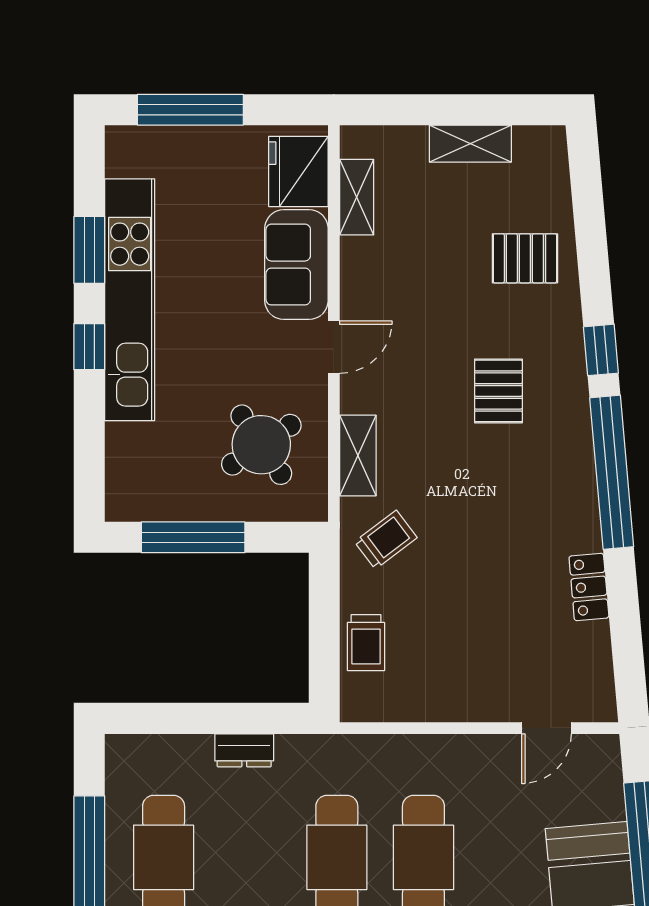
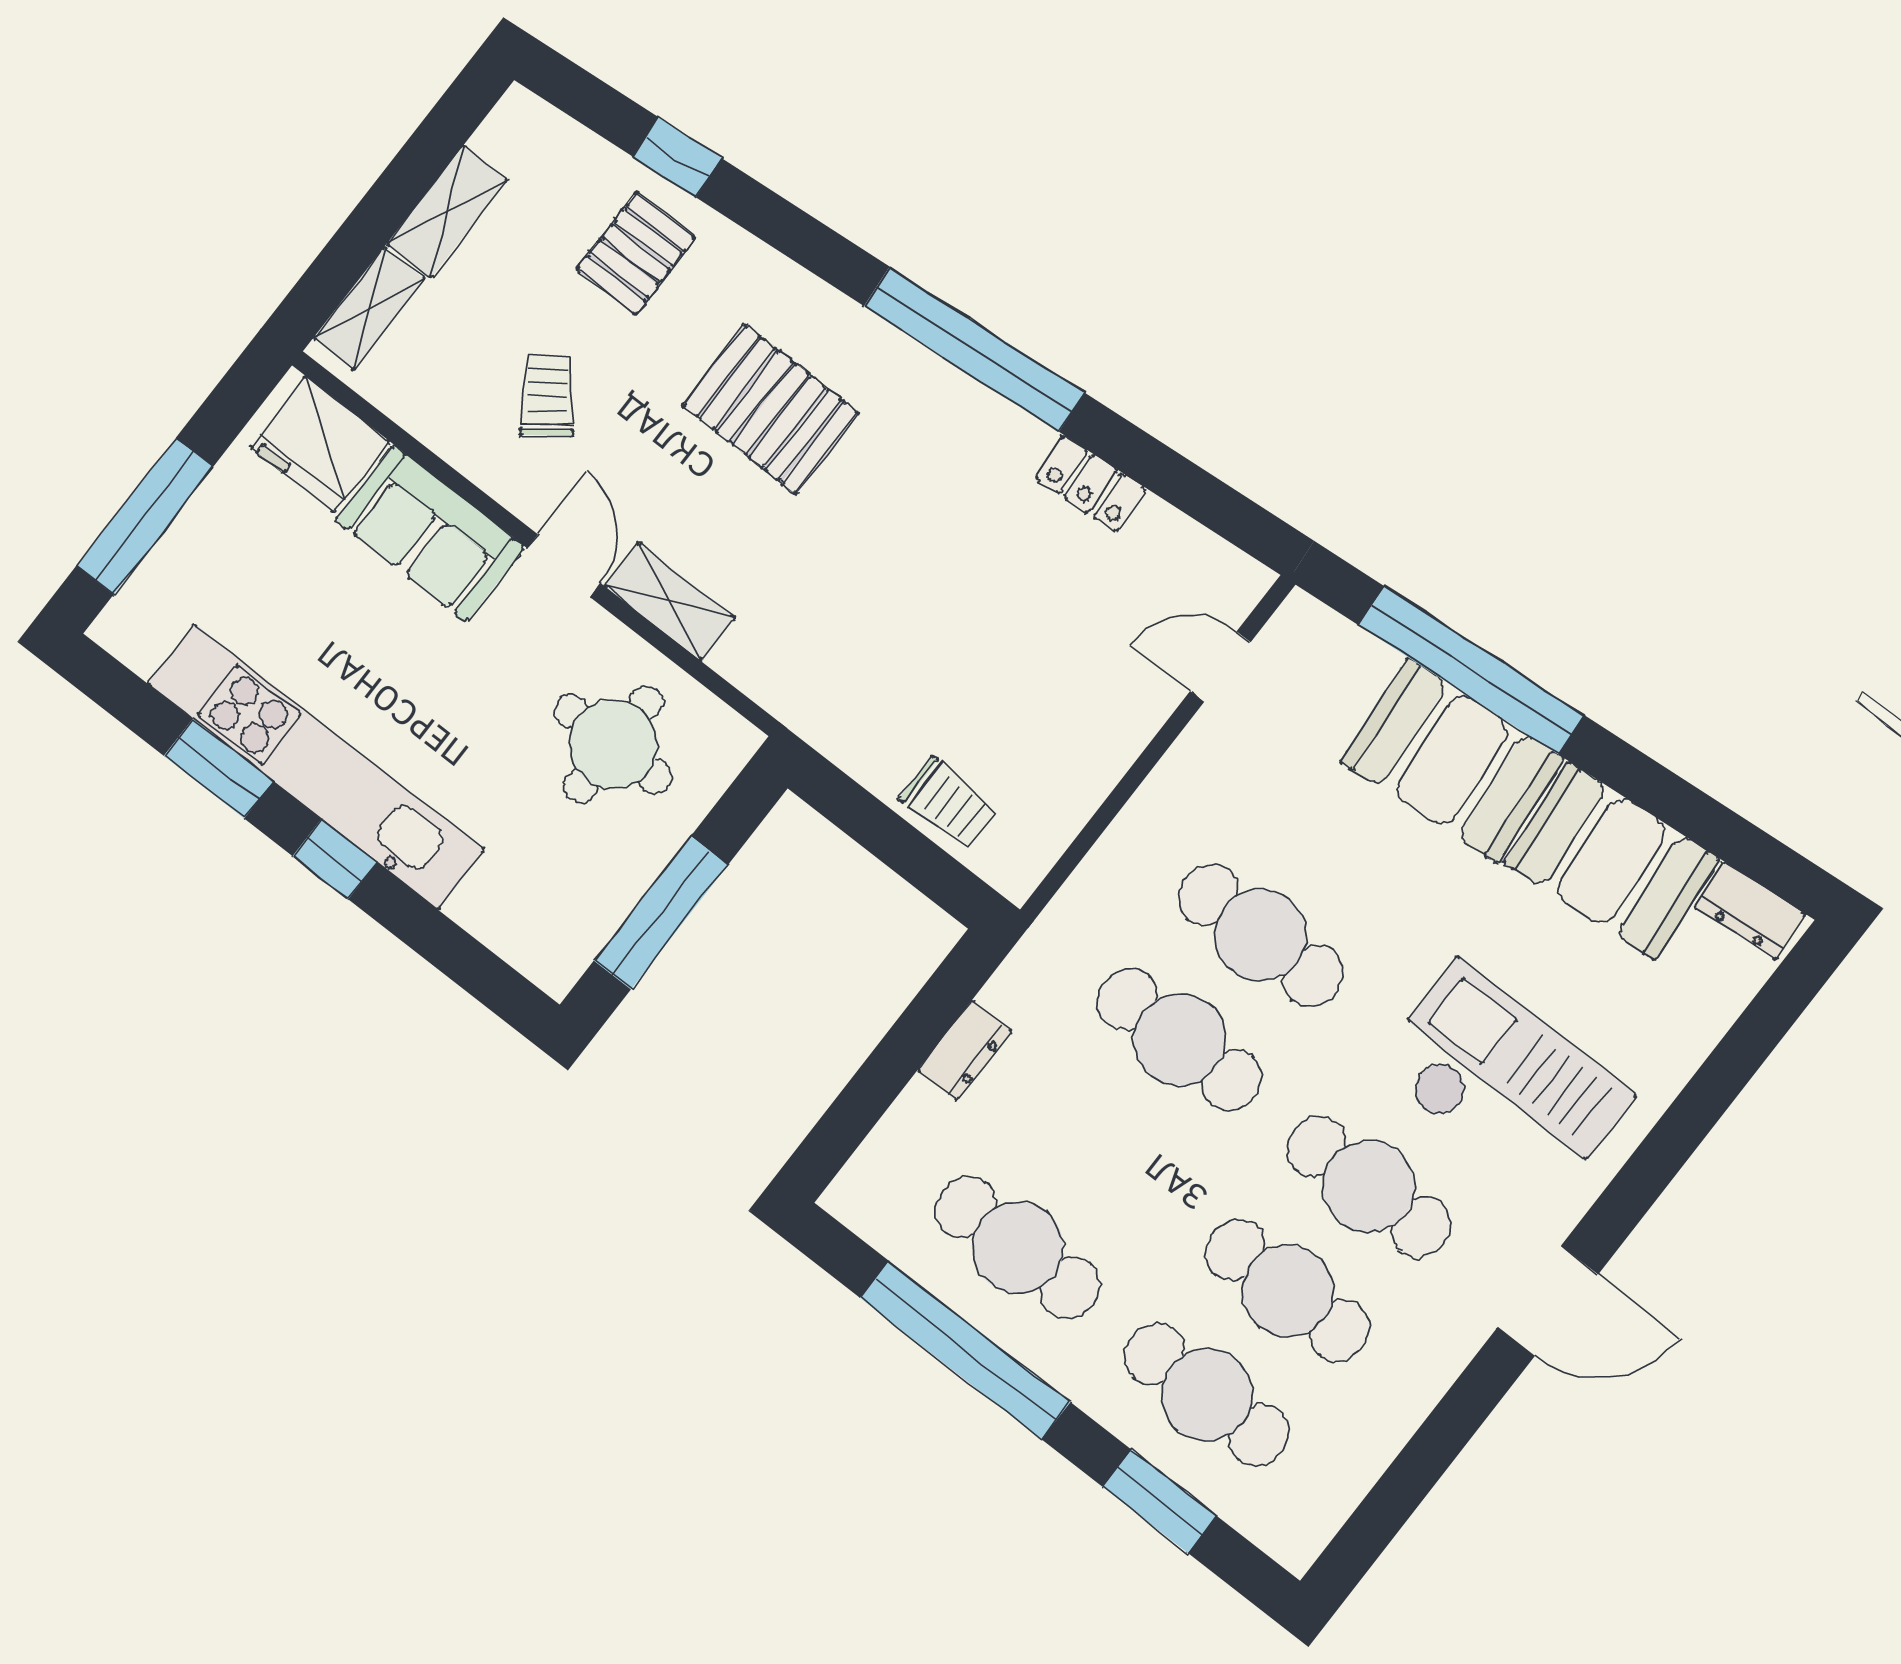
shelving: (357, 197) -> (369, 309), moved, turned 90
window: (601, 350) -> (677, 157), moved
pallet: (498, 391) -> (771, 409), width x1.50, depth x1.42
round table: (261, 445) -> (613, 744), turned 34
shelving: (358, 456) -> (669, 602), moved
trolley: (386, 540) -> (547, 395), moved
door: (546, 728) -> (1220, 667), swing flipped

